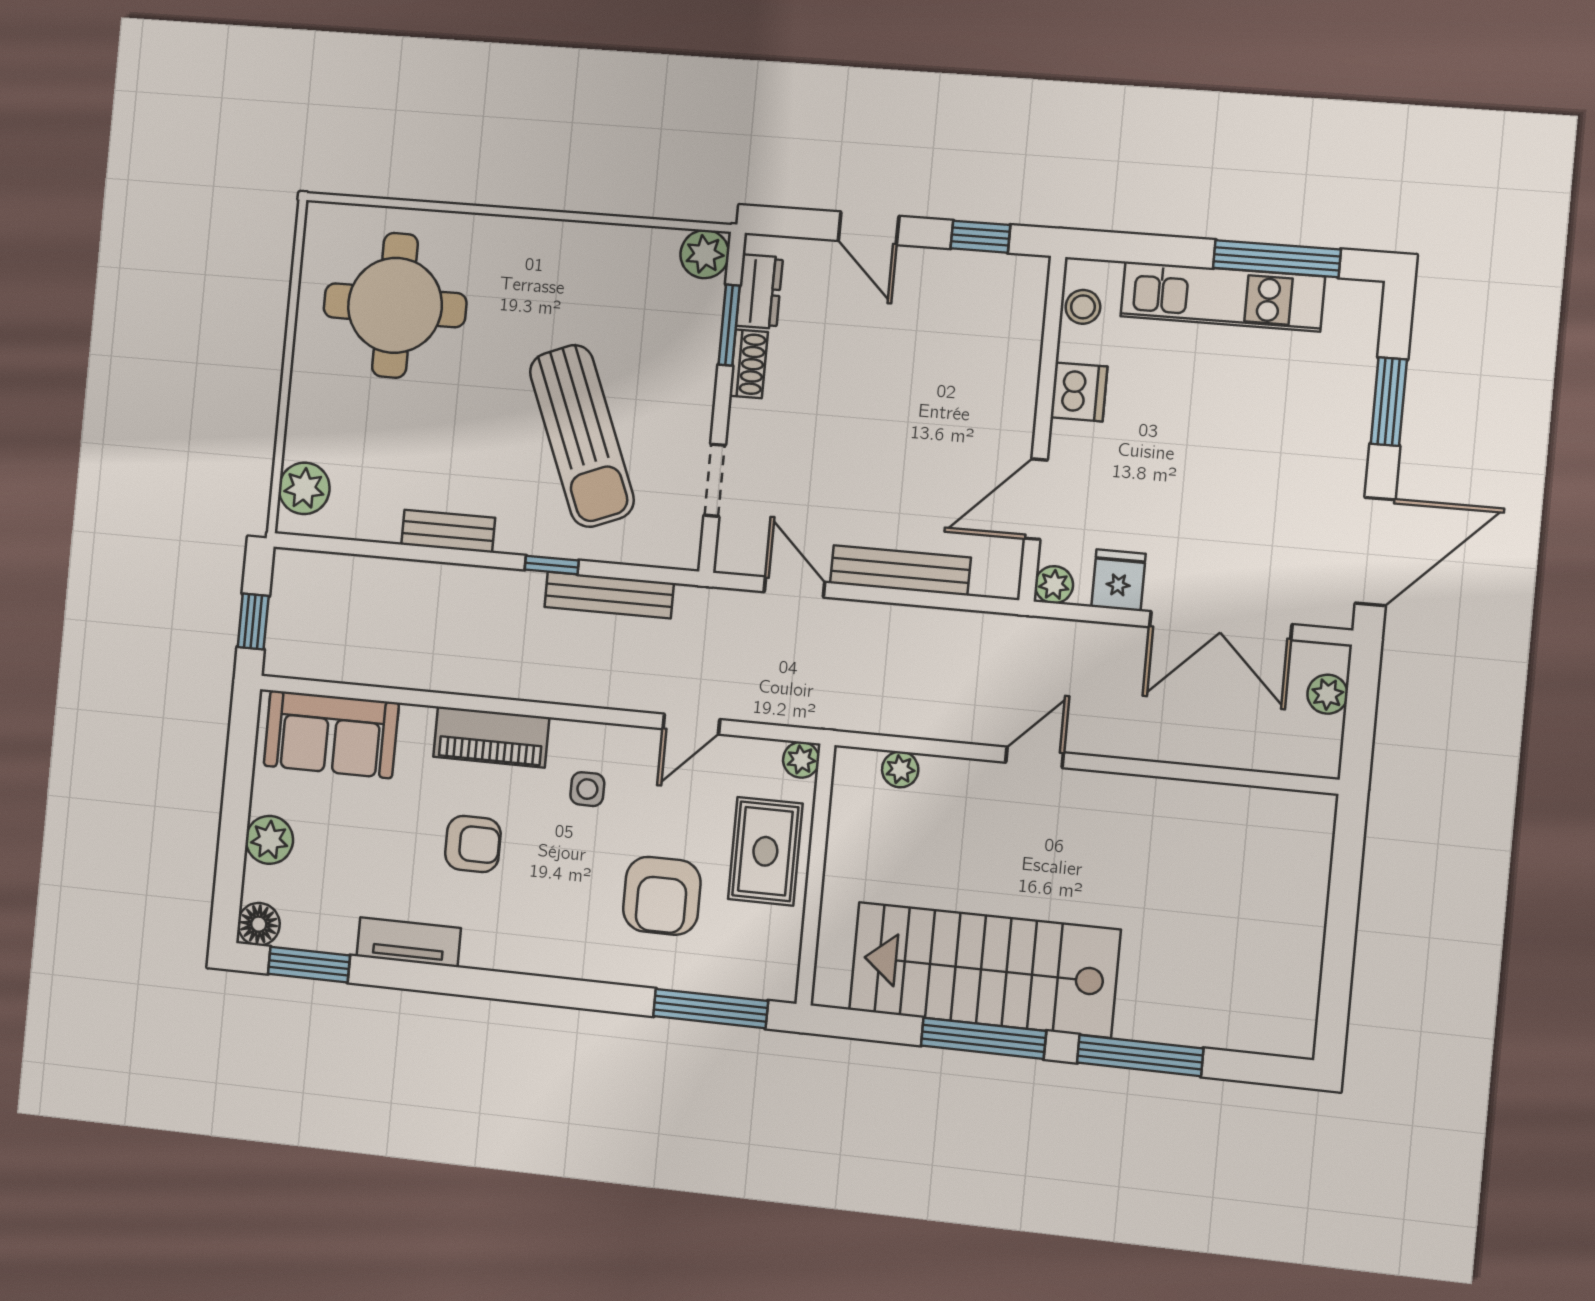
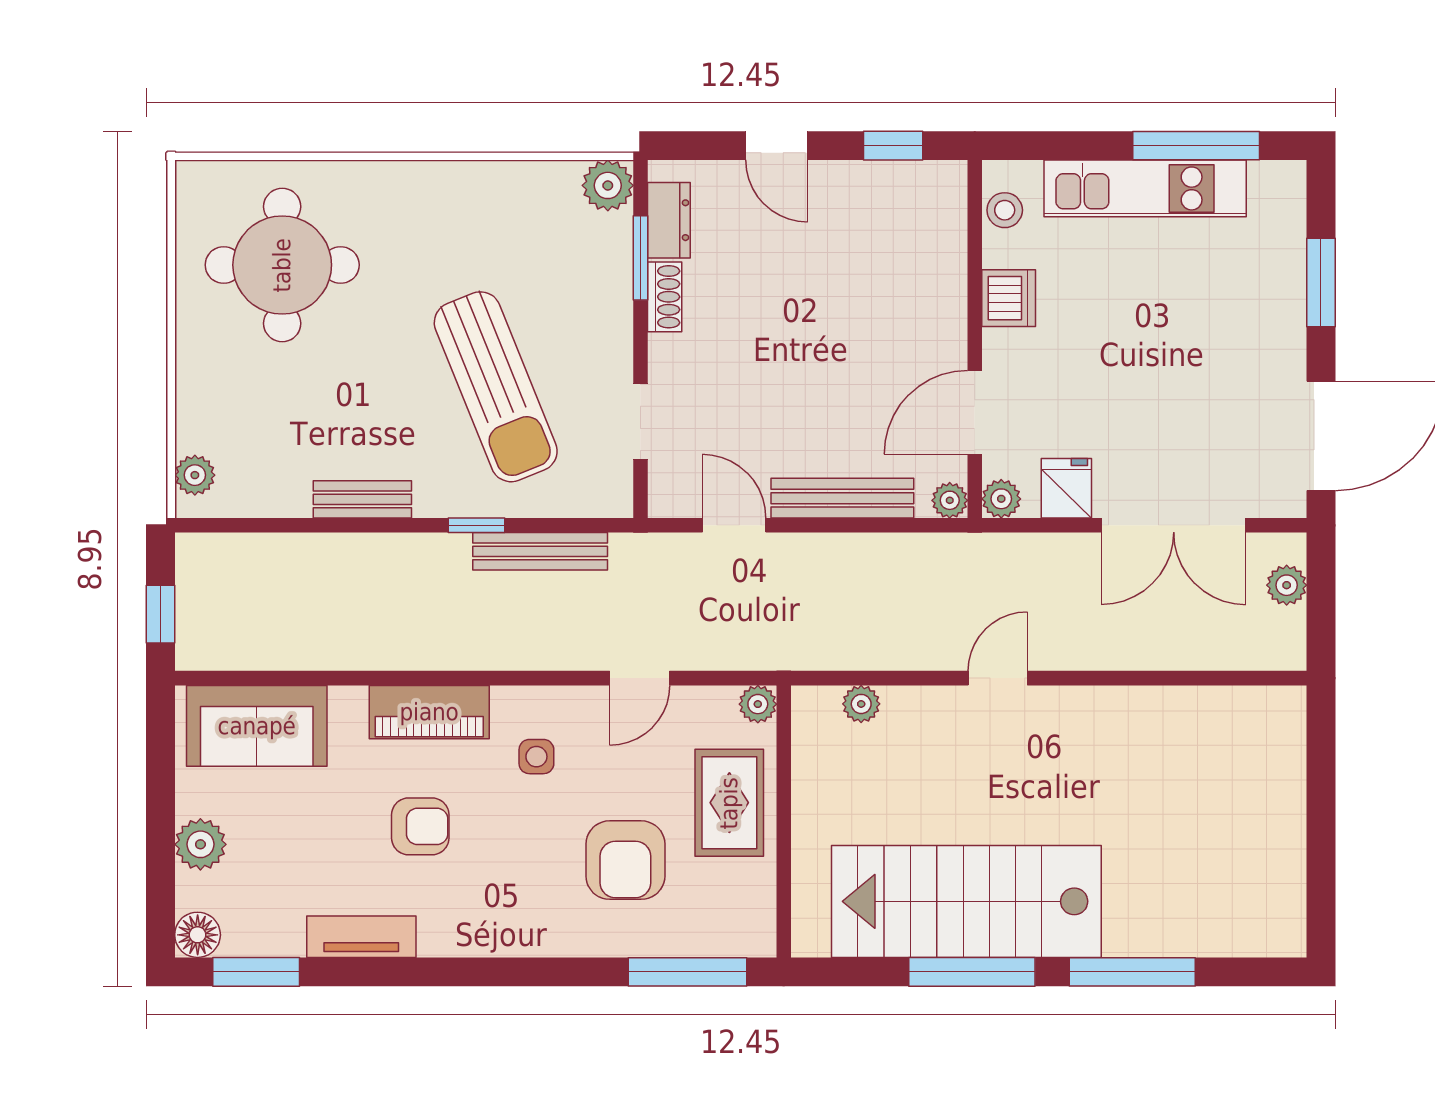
plant: (304, 488) -> (195, 475), width x0.73, depth x0.73
plant: (1004, 582) -> (950, 500), added

